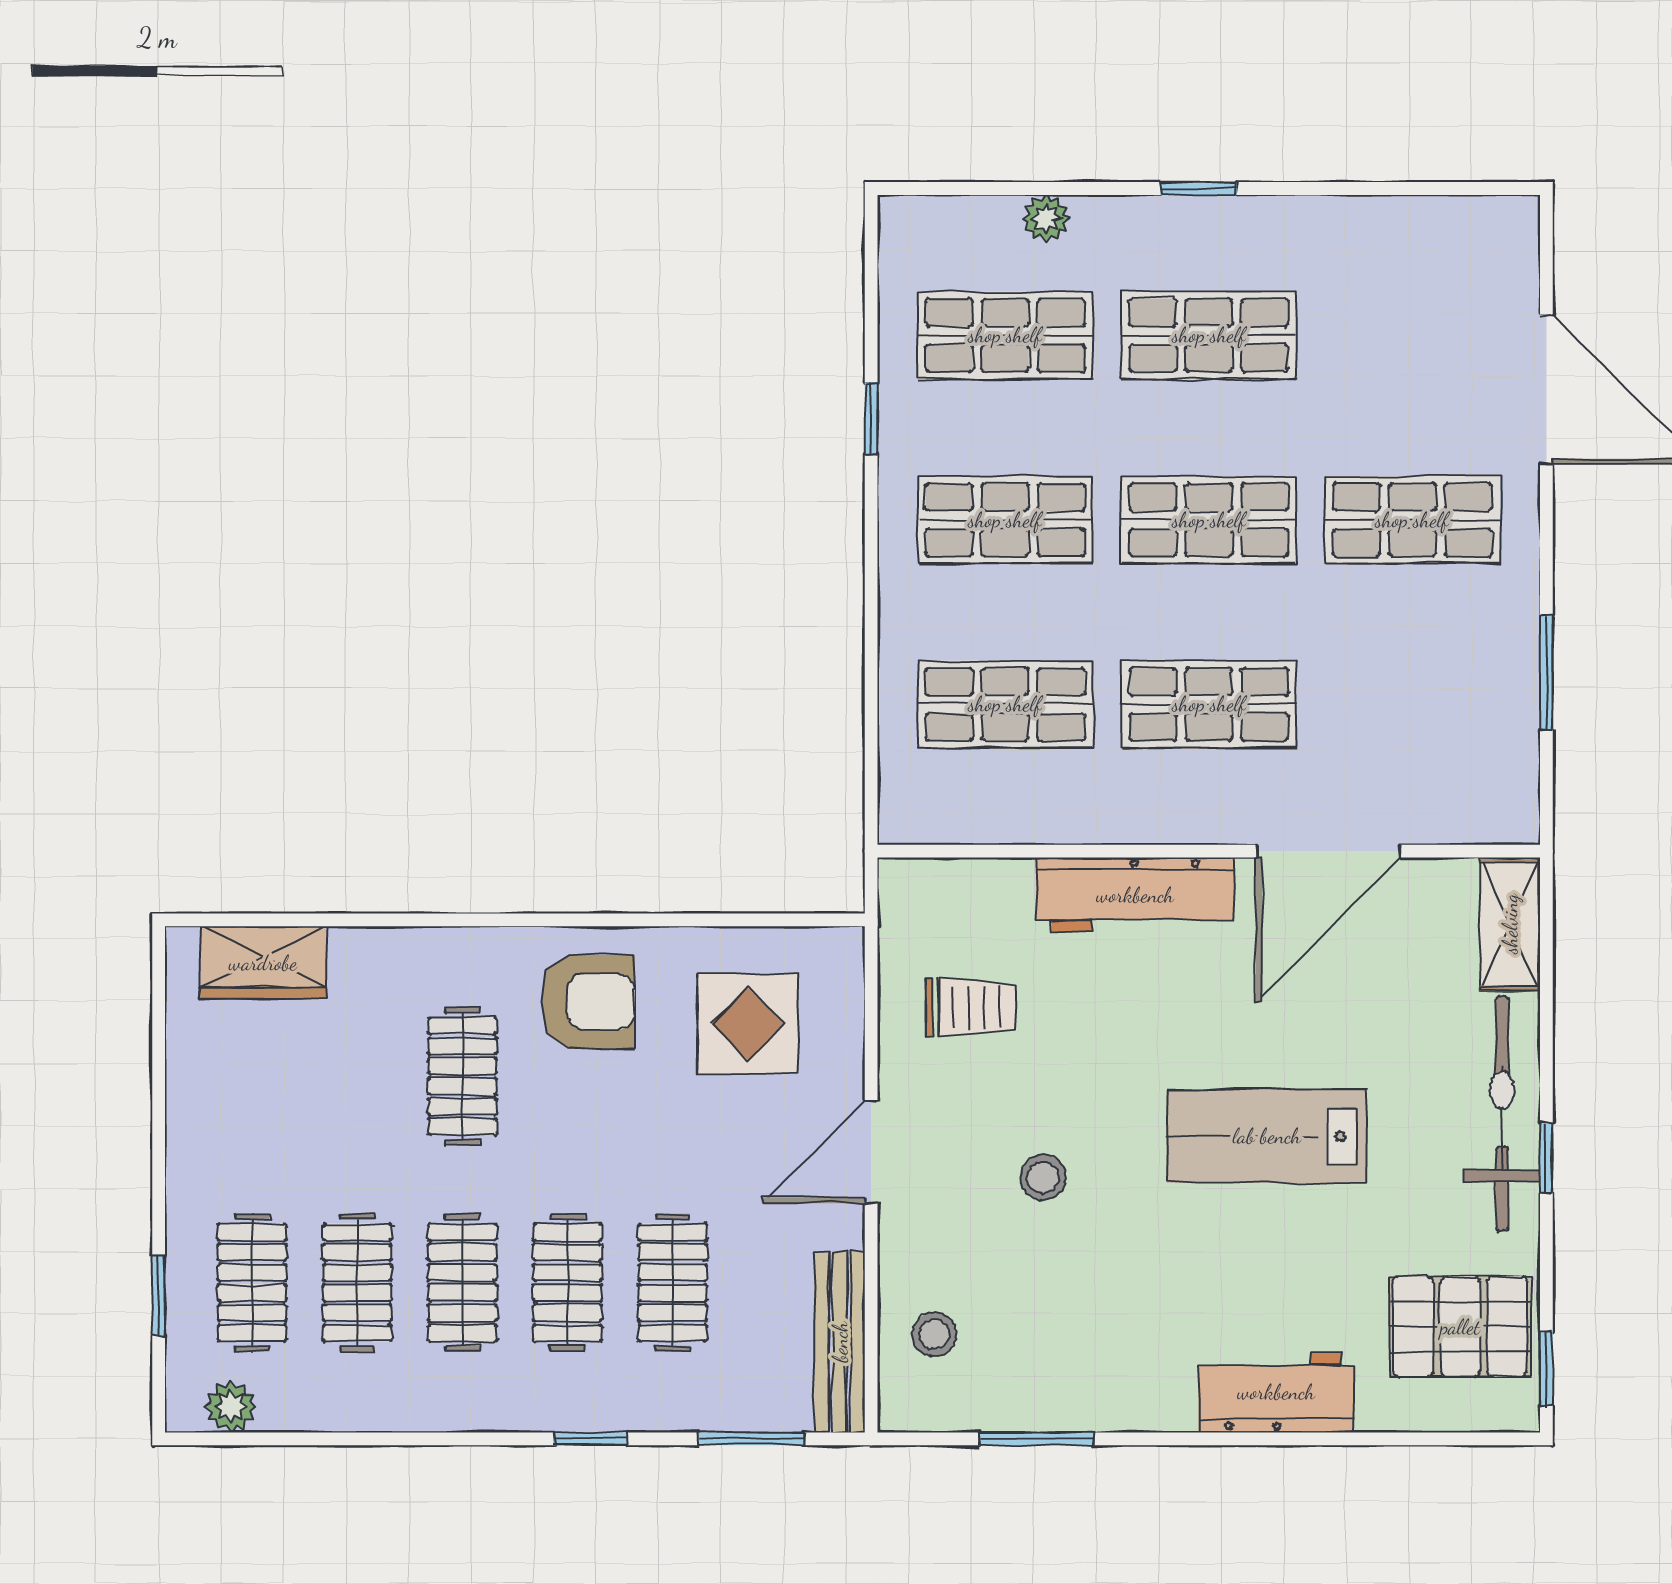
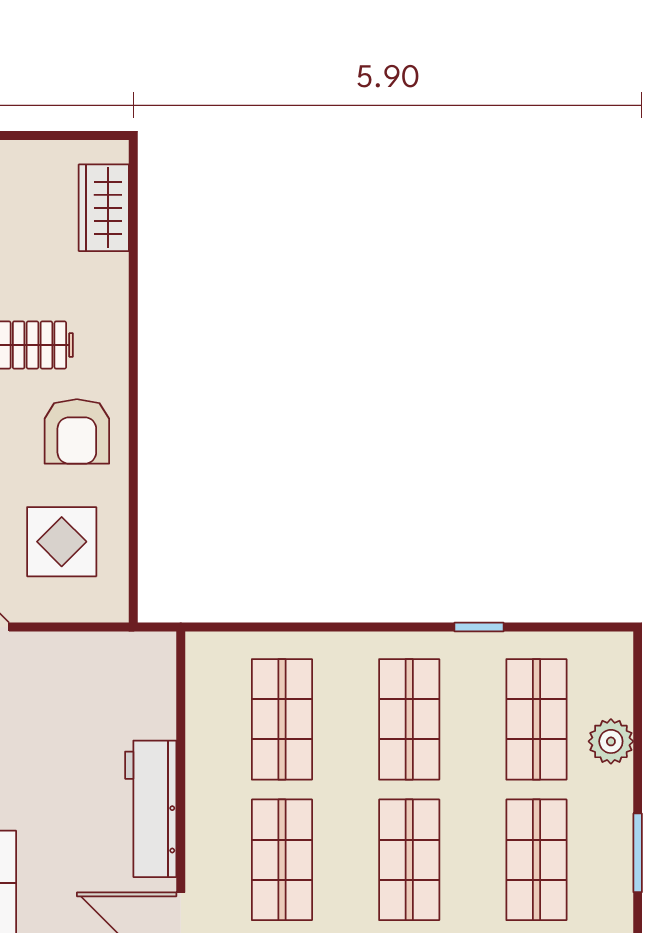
window: (1199, 189) -> (638, 853), width x1.50
plant: (1046, 218) -> (611, 741), width x1.38, depth x1.38
trolley: (970, 1007) -> (73, 695), removed

